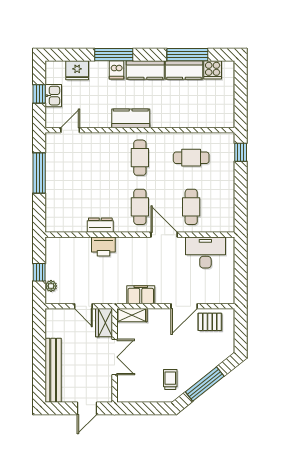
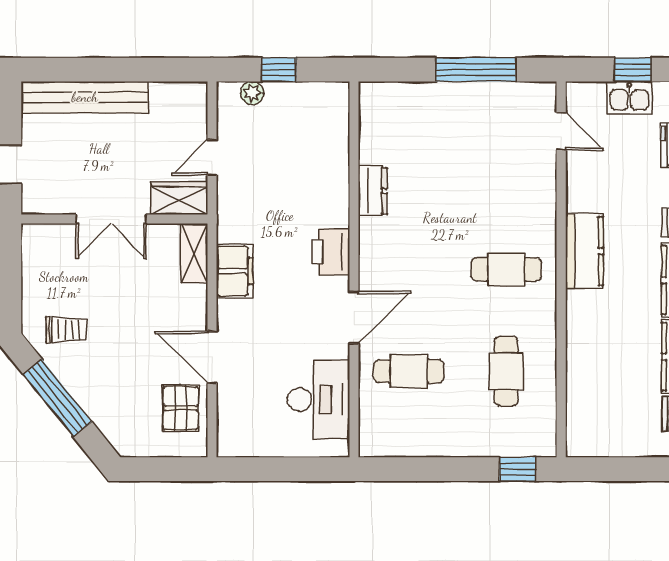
cafe table: (140, 207) -> (409, 269), removed
printer: (103, 246) -> (330, 252), moved

